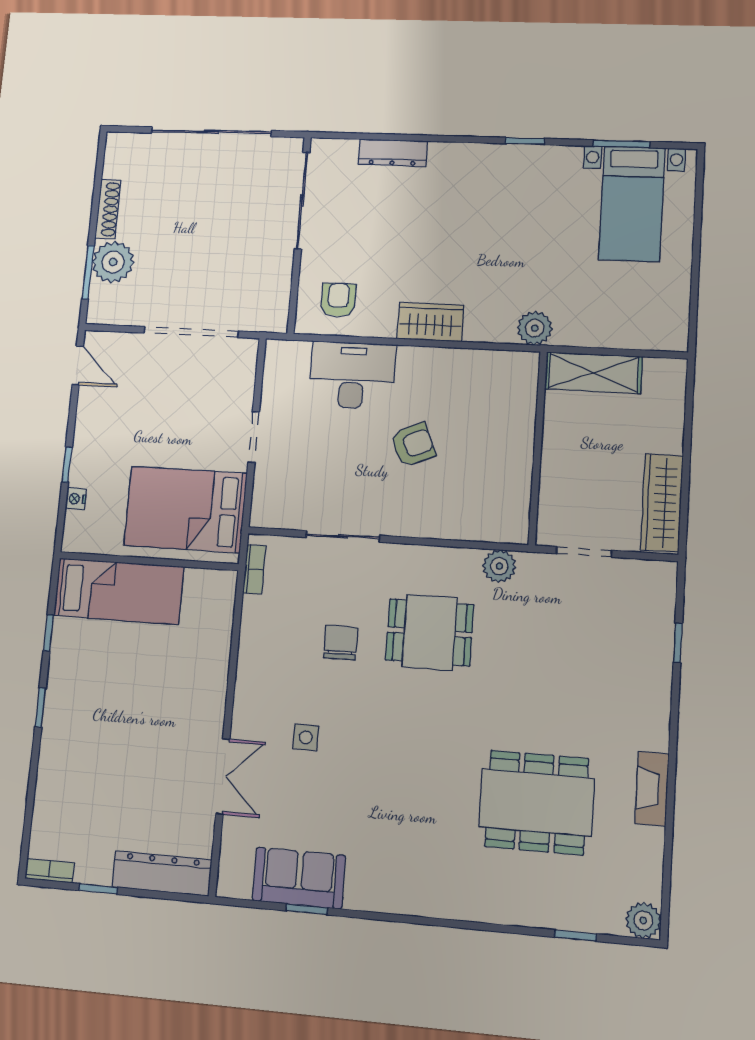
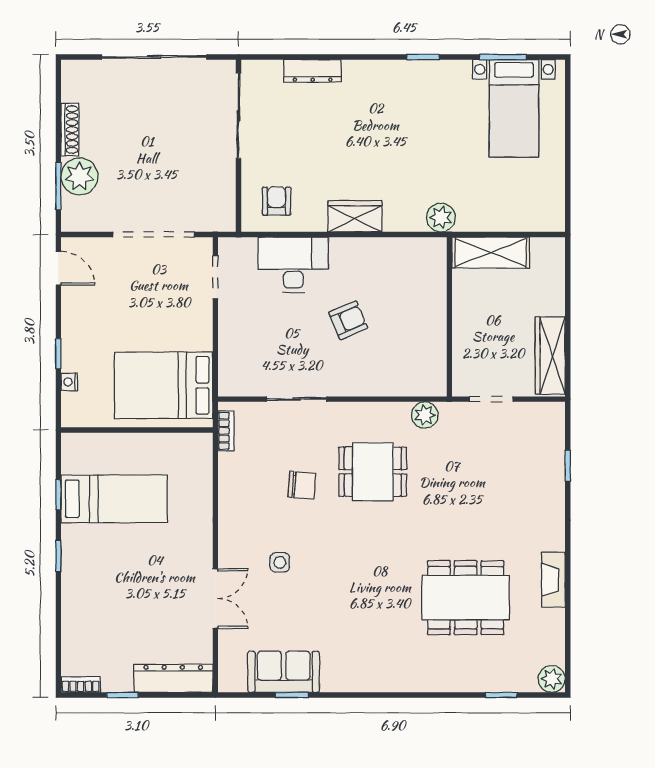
doorway: (254, 437) -> (215, 277), moved
bed: (119, 591) -> (114, 499), moved
chair: (341, 643) -> (302, 485), turned 94

